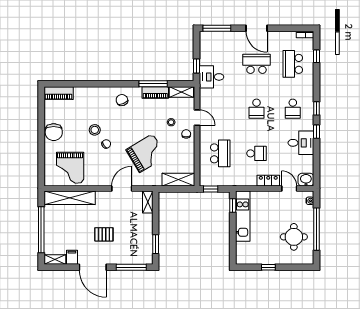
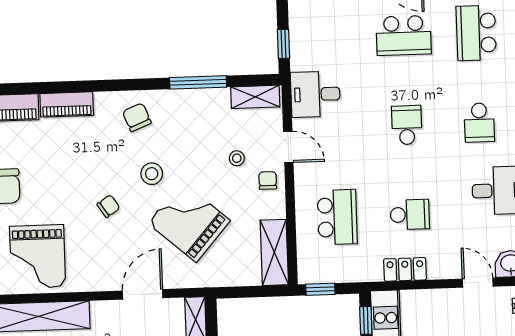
school desk: (256, 64) -> (404, 35), turned 180
desk: (211, 77) -> (315, 94), moved
piano: (155, 92) -> (67, 104), moved
school desk: (256, 109) -> (407, 125), turned 180
stool: (95, 130) -> (152, 174), moved
grand piano: (146, 153) -> (189, 222), turned -108
shelving: (178, 180) -> (274, 252), moved, turned 90
locker: (268, 181) -> (405, 269), moved

